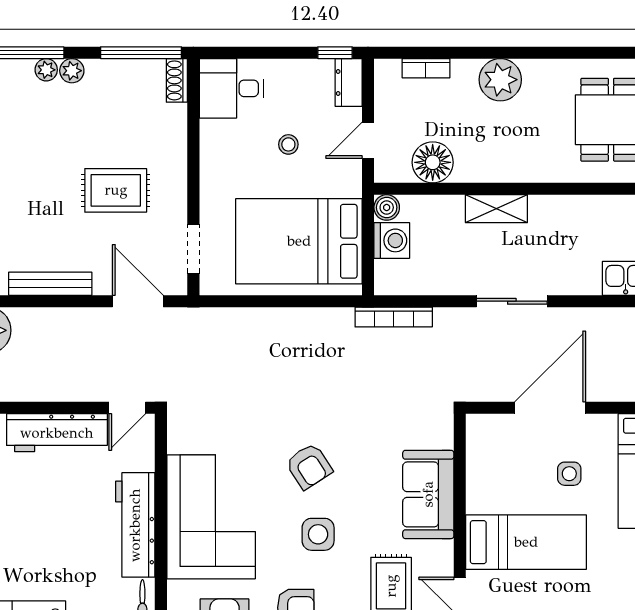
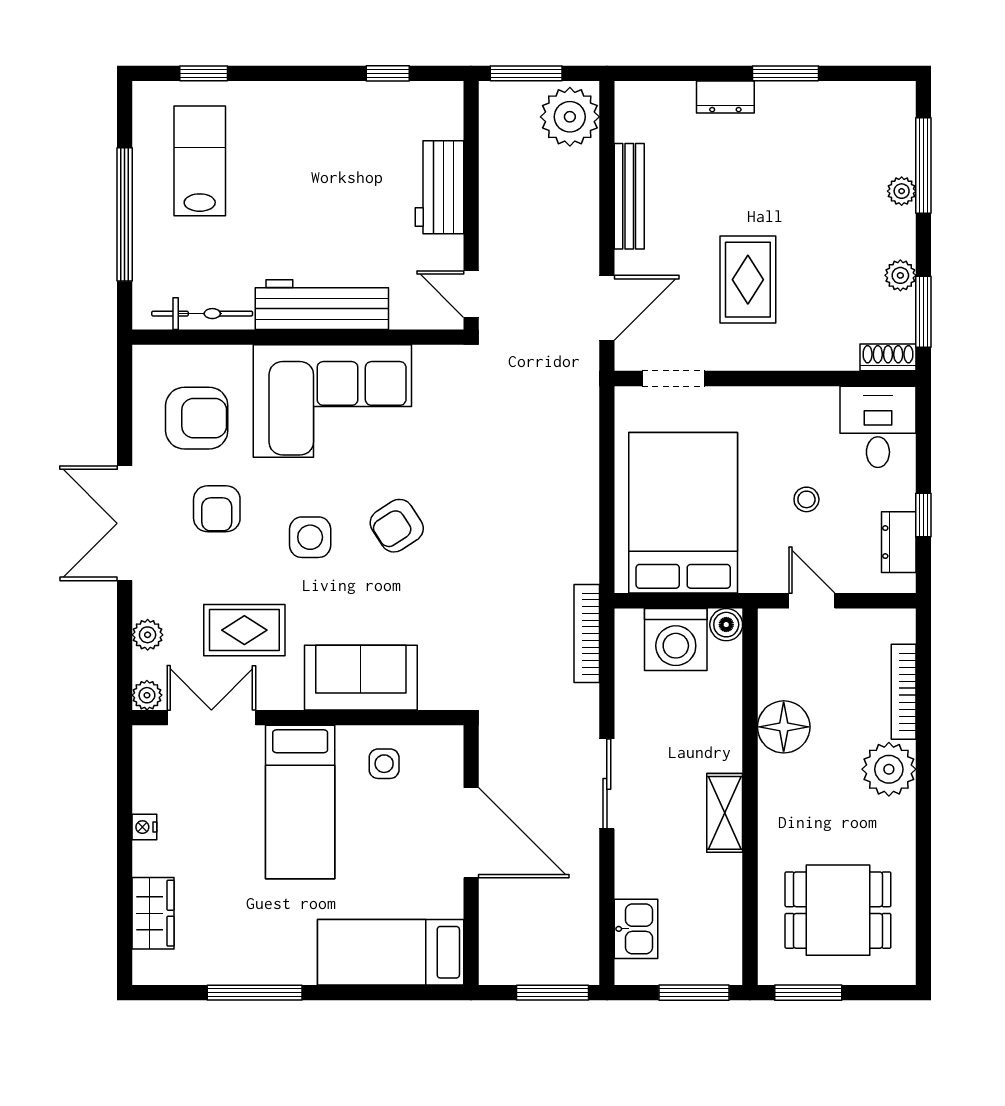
window: (141, 53) -> (923, 312), width x0.69
window: (335, 53) -> (923, 515), moved
bookcase: (426, 68) -> (904, 692), width x1.56
plant: (72, 71) -> (900, 275), moved
dresser: (349, 83) -> (899, 542), moved, turned -90
floor lamp: (433, 162) -> (784, 727), moved
shelving: (496, 209) -> (725, 813), moved
washing machine: (392, 240) -> (676, 639), width x1.37, depth x1.37
workbench: (57, 433) -> (440, 187), width x0.73
side table: (569, 474) -> (384, 764), moved

